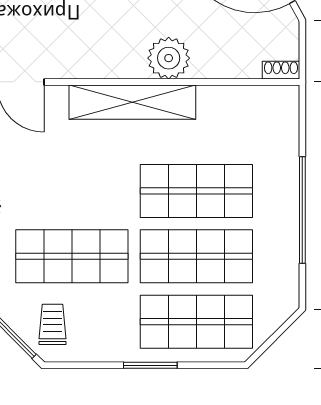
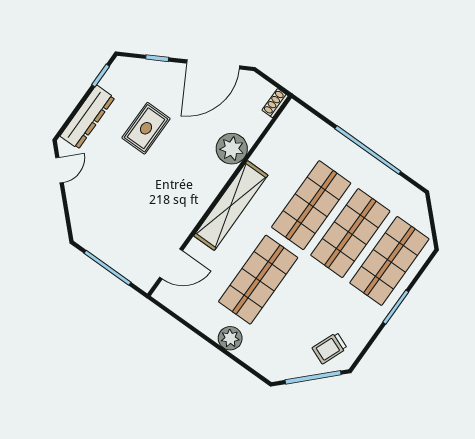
plant: (169, 58) -> (232, 149), moved
shop shelf: (72, 256) -> (258, 280), moved
trolley: (52, 324) -> (330, 348), turned -68

